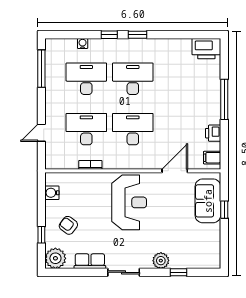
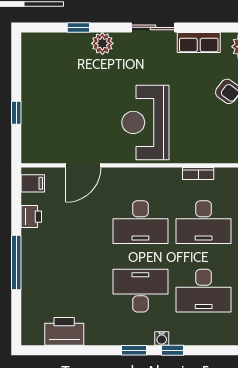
water cooler: (83, 43) -> (162, 338), moved
printer: (206, 49) -> (64, 331), moved
desk: (133, 79) -> (140, 291), turned 180
sofa: (208, 201) -> (38, 125), removed

